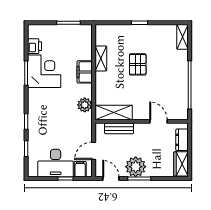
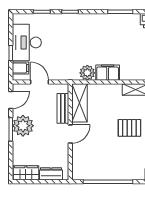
corner desk: (44, 71) -> (122, 31), removed
filing cabinet: (85, 72) -> (108, 73), moved
door: (158, 121) -> (70, 134), moved

